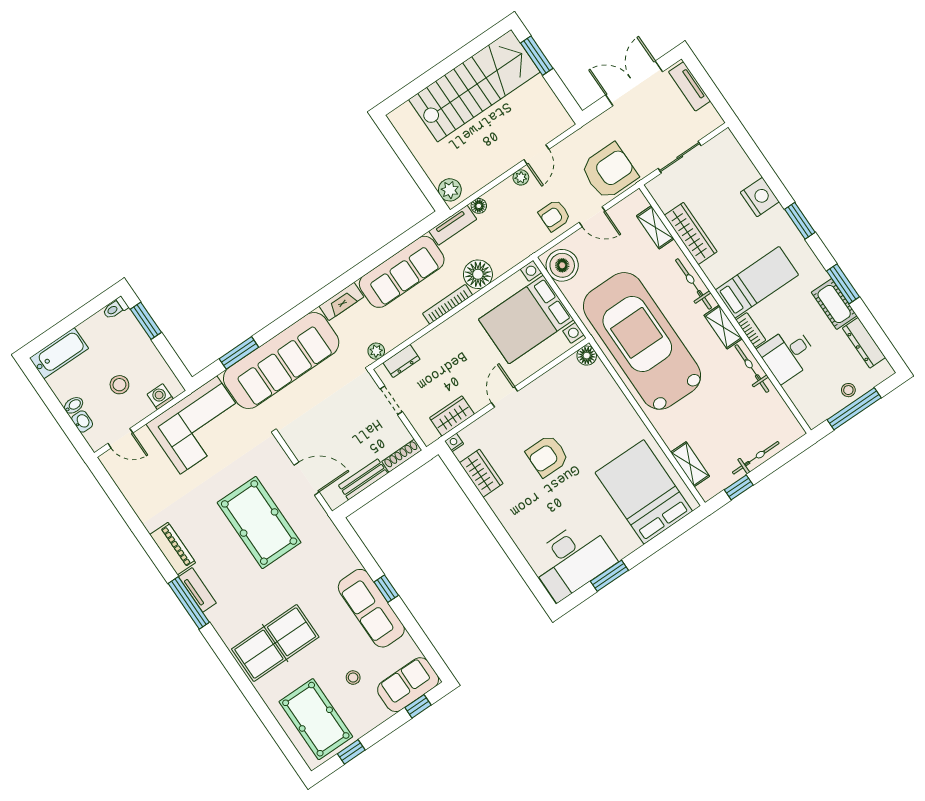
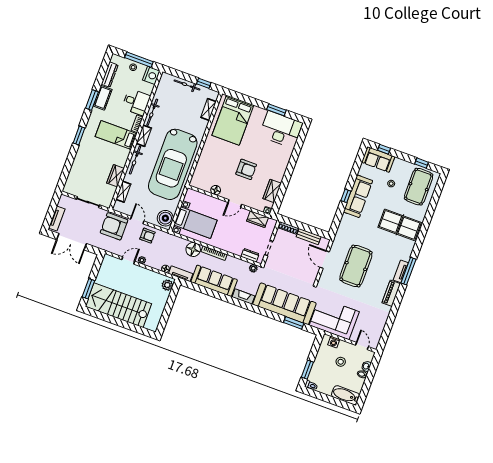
nightstand: (760, 197) -> (151, 75), moved, turned 180
wardrobe: (691, 233) -> (116, 176), width x0.67
bed with nightstands: (526, 320) -> (195, 223), width x0.73
floor lamp: (587, 356) -> (216, 190), moved

